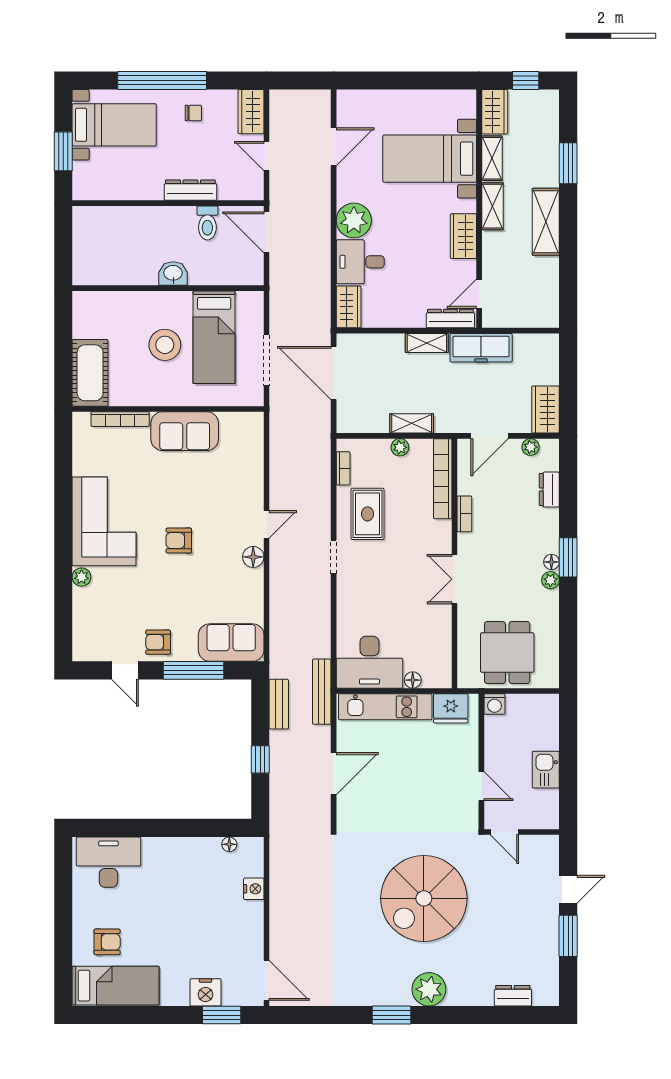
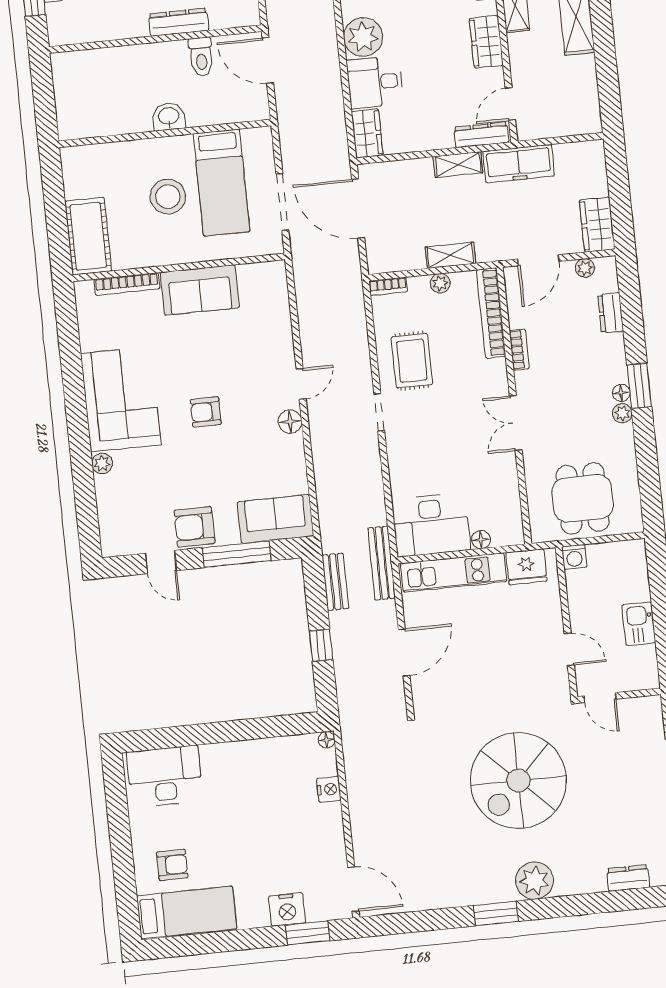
bookcase: (343, 468) -> (388, 286), moved, turned 90
armchair: (158, 642) -> (194, 527), width x1.38, depth x1.38
floor lamp: (229, 844) -> (327, 740), moved

